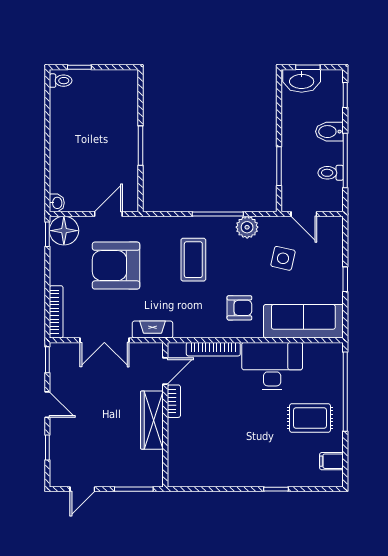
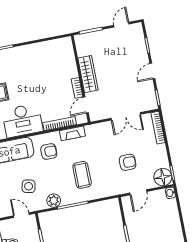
armchair: (116, 266) -> (128, 162), width x0.53, depth x0.53
armchair: (239, 308) -> (49, 151), turned 180
fireplace: (152, 330) -> (72, 133), moved
double door: (104, 340) -> (126, 116), swing flipped
door: (47, 405) -> (152, 71), hinge flipped

